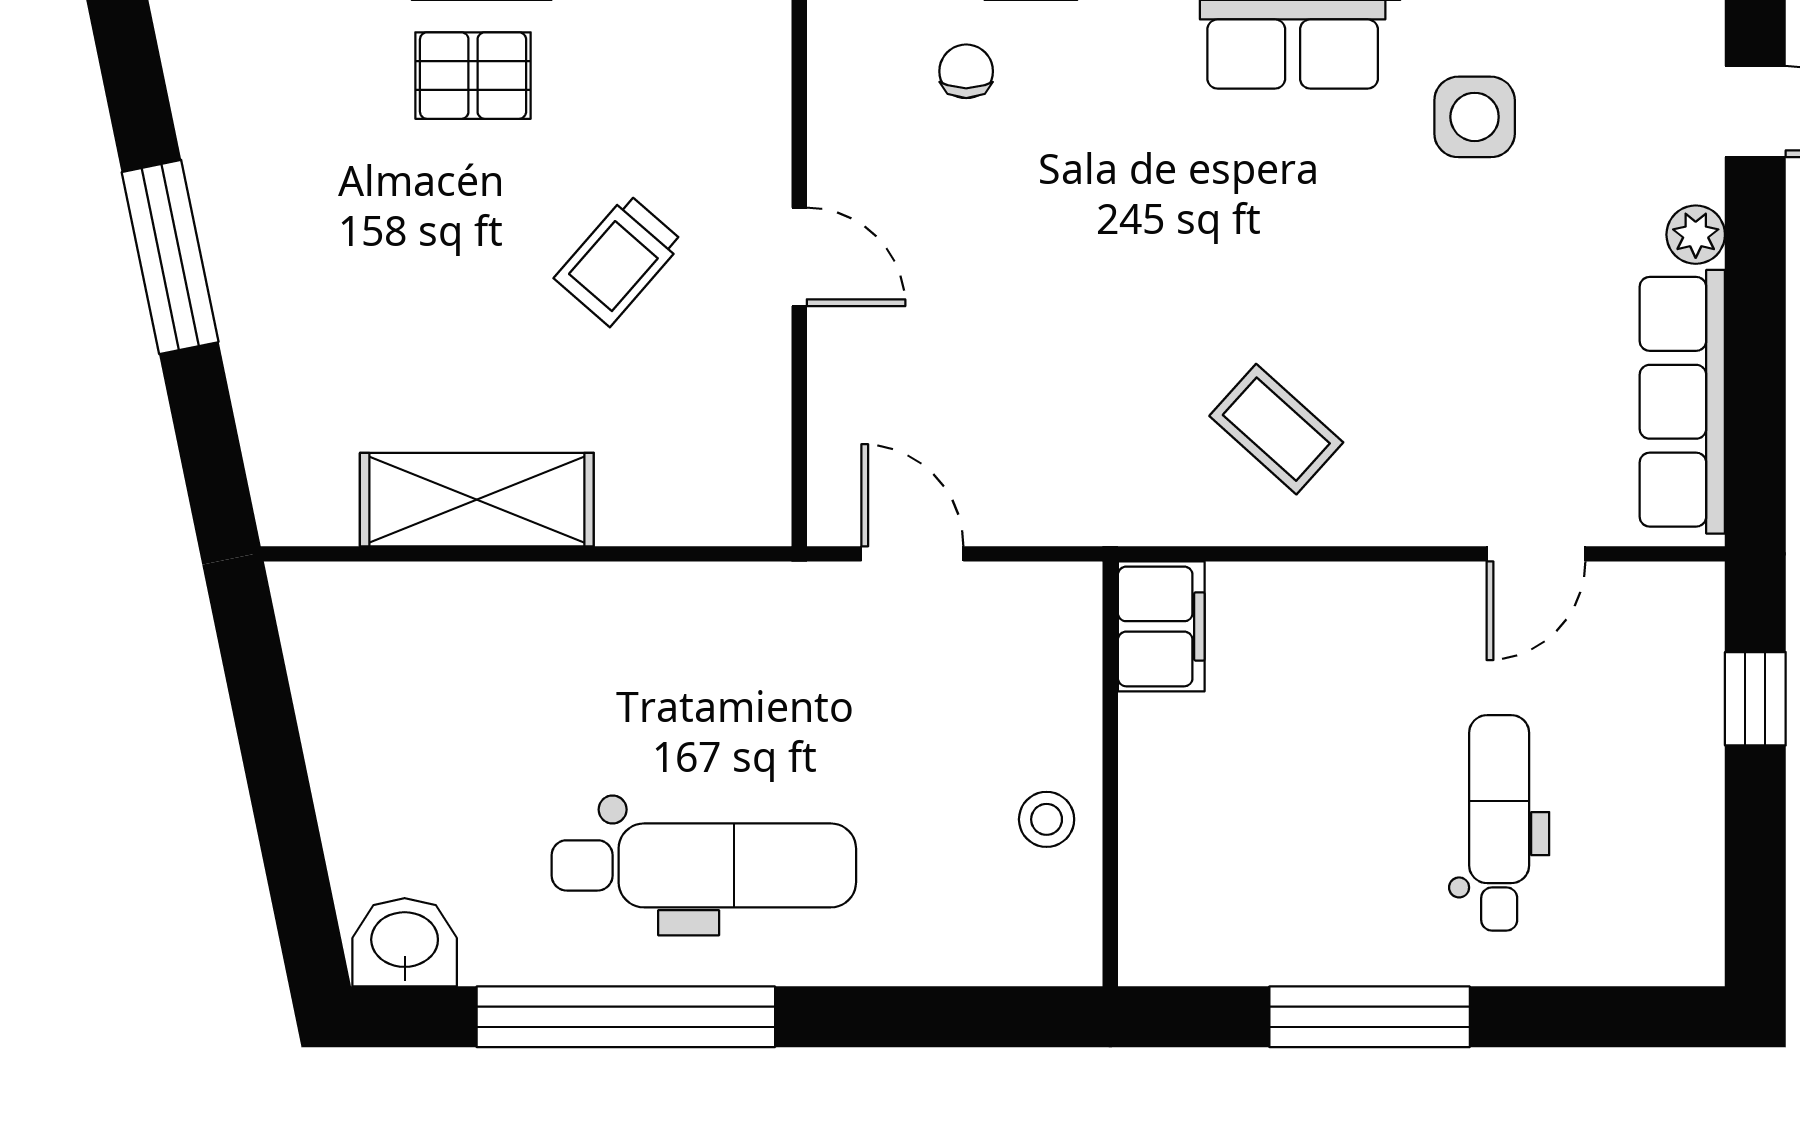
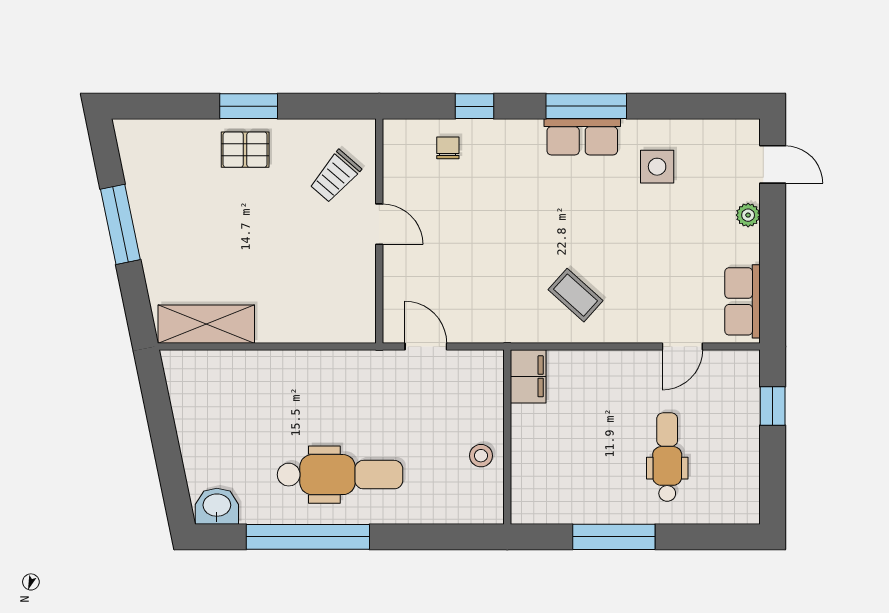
trolley: (619, 260) -> (335, 176), moved
row of seats: (1682, 402) -> (743, 301), width x0.68
shelving: (477, 500) -> (206, 324), moved

